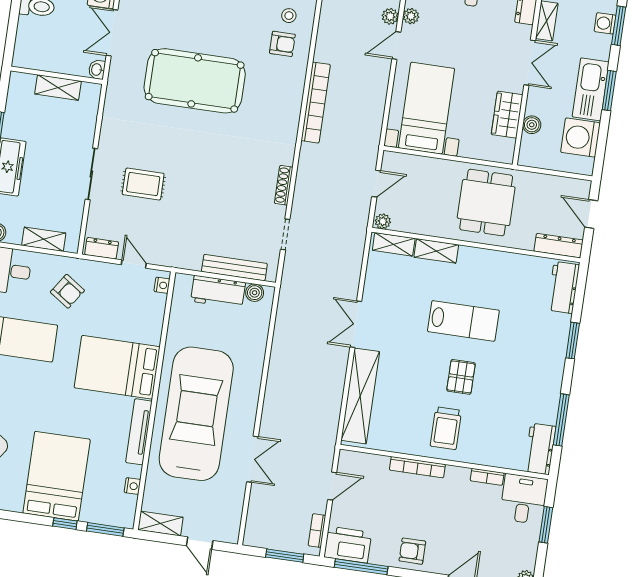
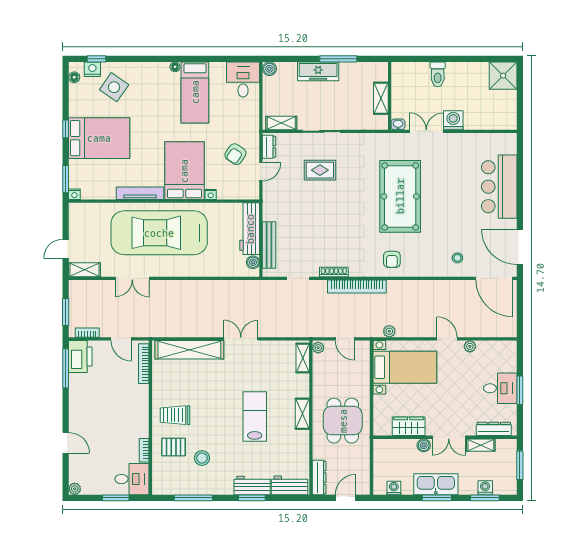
plant: (390, 16) -> (389, 331), moved
armchair: (282, 44) -> (392, 259), moved
bookcase: (316, 103) -> (357, 286), moved
boiler: (532, 125) -> (424, 445), moved
washing machine: (580, 138) -> (394, 488), width x0.53, depth x0.53
rug: (143, 184) -> (320, 170), turned 90
dining table: (486, 203) -> (343, 421), turned 90
shelving: (44, 239) -> (281, 123), moved, turned 90
shelving: (436, 251) -> (302, 414), moved
nightstand: (162, 285) -> (211, 194), moved
armchair: (67, 291) -> (235, 154), moved
workbench: (218, 292) -> (250, 229), width x1.37
lab bench: (463, 321) -> (255, 417), turned 180
pallet: (461, 377) -> (174, 447), moved
stool: (509, 400) -> (202, 458), added
car: (196, 414) -> (159, 233), turned 180
workbench: (540, 449) -> (252, 485), moved
bookcase: (417, 467) -> (144, 364), moved
nightstand: (132, 486) -> (74, 194), moved
shelving: (160, 523) -> (85, 270), moved, turned 90
window: (65, 524) -> (66, 129), moved
armchair: (412, 551) -> (82, 404), removed

